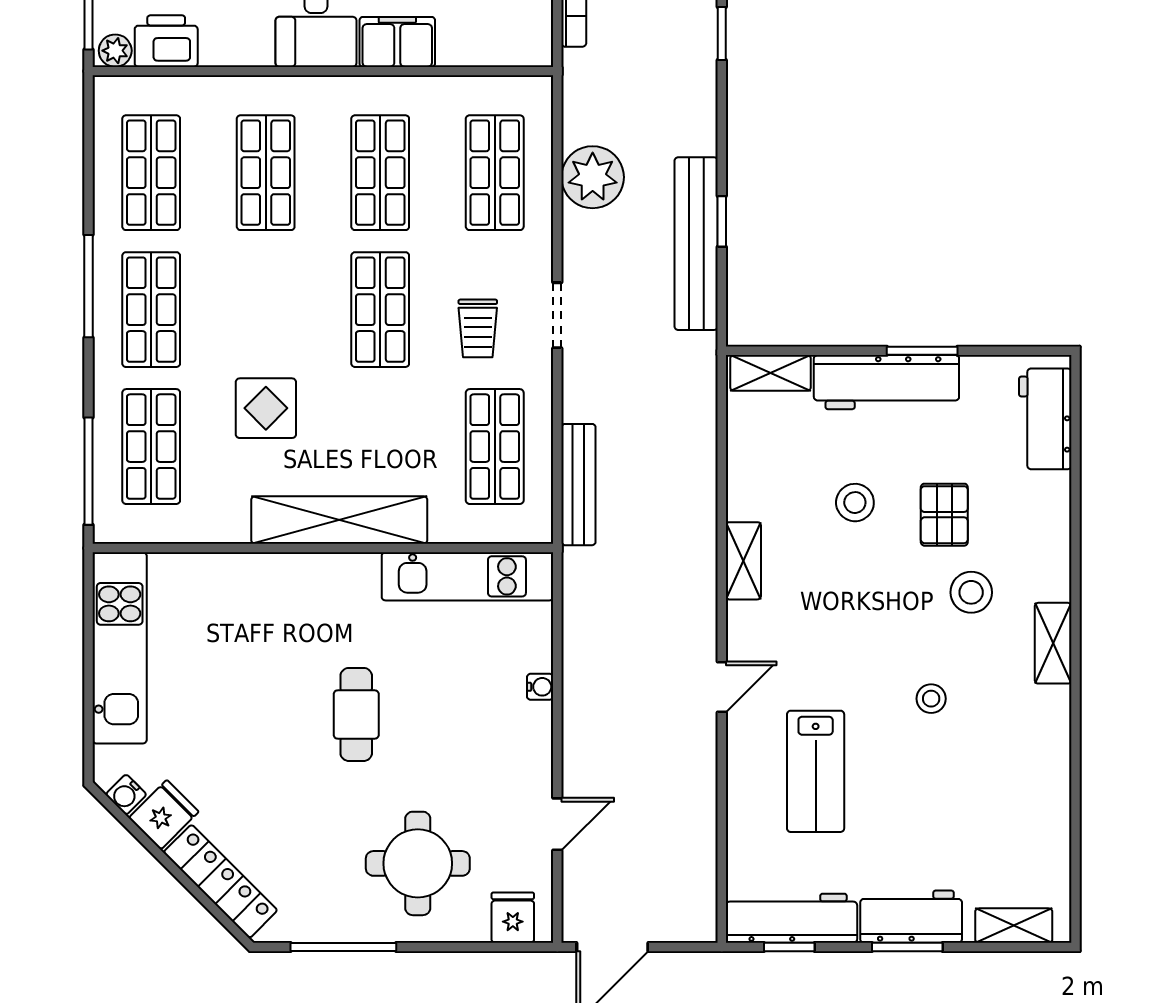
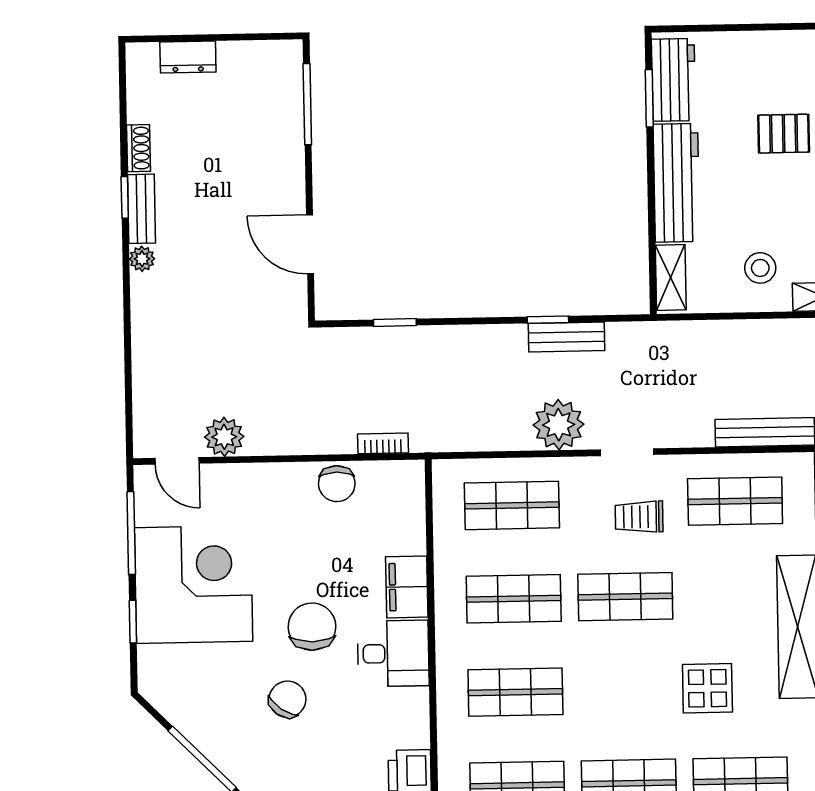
plant: (593, 177) -> (559, 425), moved
bench: (696, 244) -> (566, 337), width x0.54, depth x0.82
trolley: (478, 328) -> (639, 517), turned 180
window: (922, 351) -> (649, 98), moved
workbench: (1045, 419) -> (674, 80), moved, turned -90
stool: (855, 503) -> (760, 268), moved

